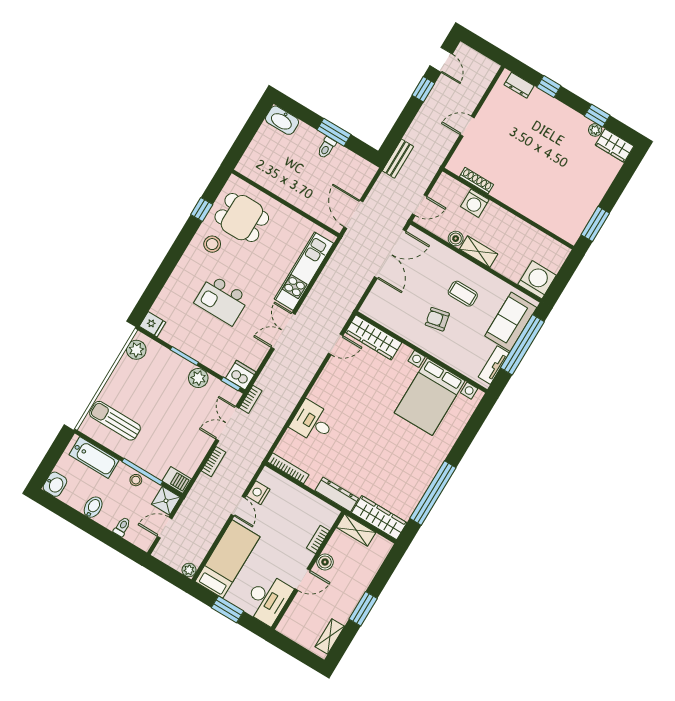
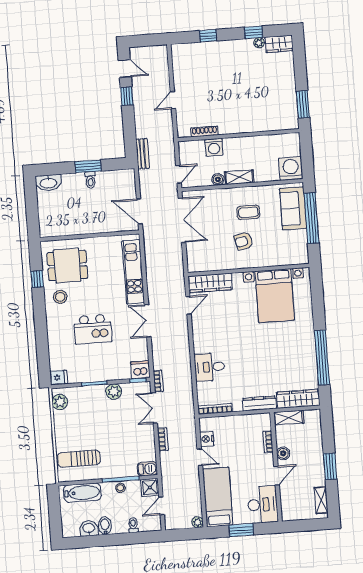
dresser: (519, 85) -> (188, 49), removed
tv unit: (494, 365) -> (302, 245), removed
washbasin: (55, 484) -> (89, 528), moved, turned -90

